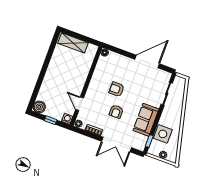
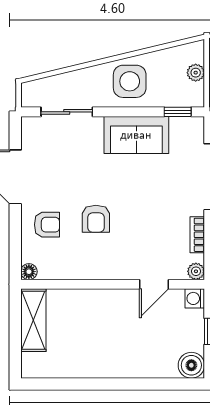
shelving: (73, 43) -> (33, 320), moved
armchair: (116, 112) -> (47, 225), moved
side table: (163, 134) -> (130, 81), moved

